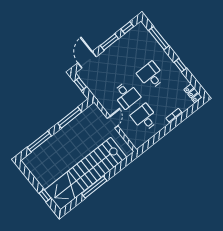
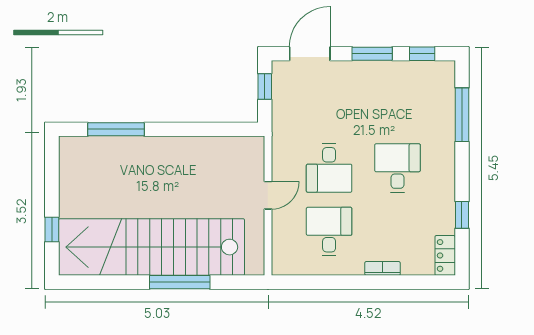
window: (180, 65) -> (462, 215), moved
window: (70, 118) -> (201, 129), removed
window: (94, 187) -> (180, 282), moved

